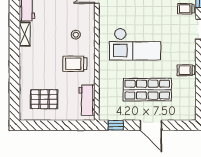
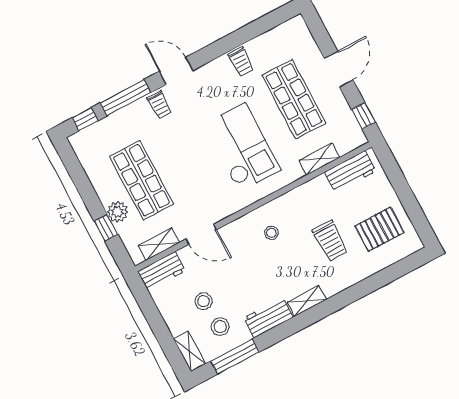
trolley: (75, 64) -> (330, 241), moved
shelving: (104, 86) -> (319, 159), added
pallet: (44, 99) -> (379, 229), turned 90

